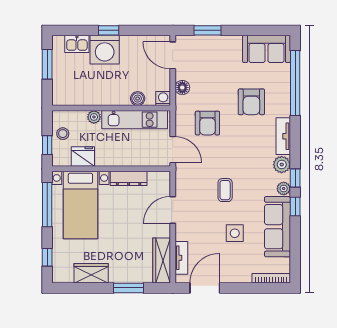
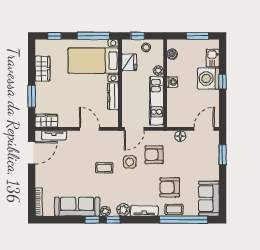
coffee table: (281, 96) -> (174, 209), added
washing machine: (163, 98) -> (172, 82), moved
boiler: (138, 99) -> (172, 54), moved
side table: (235, 233) -> (130, 162), moved
wardrobe: (162, 261) -> (46, 121), width x0.67
door: (205, 288) -> (32, 153), hinge flipped

